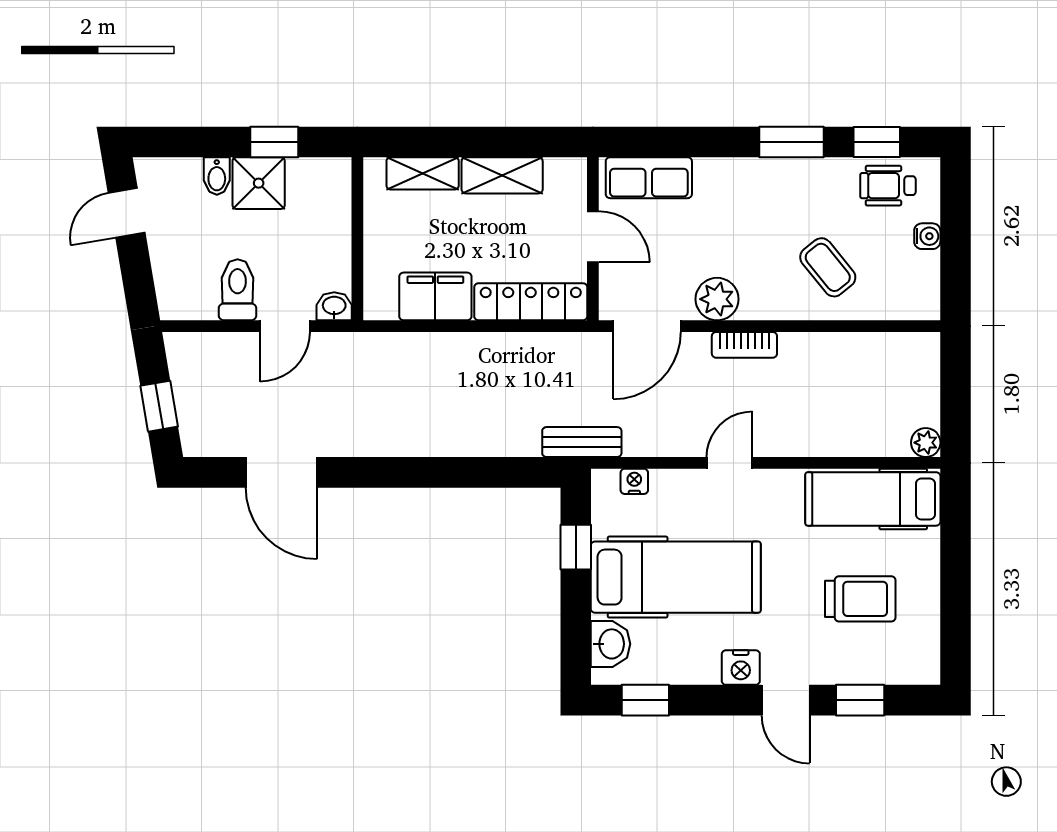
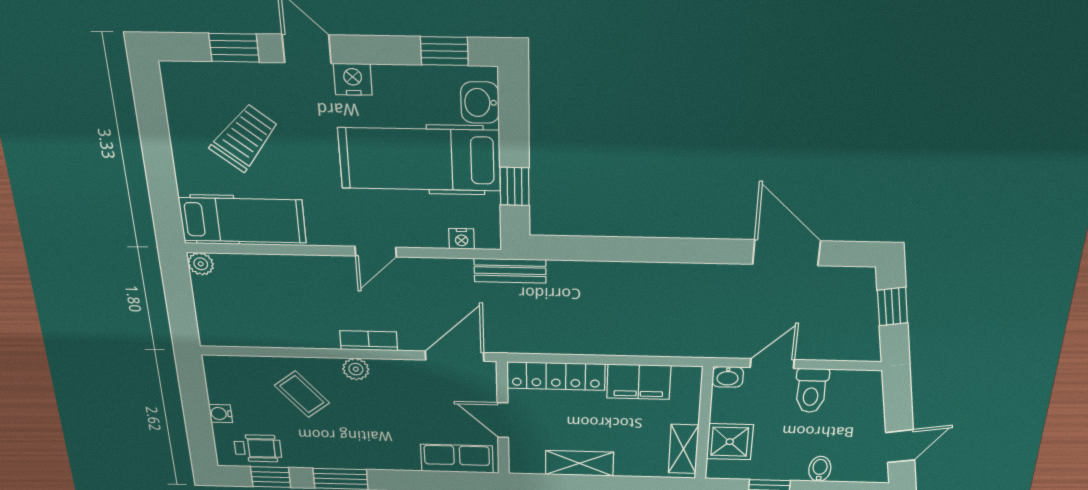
shelving: (423, 173) -> (684, 449), moved, turned 90
shower: (259, 183) -> (730, 442), moved
plant: (717, 299) -> (356, 369), moved, width x0.73, depth x0.73
trolley: (860, 599) -> (244, 138), turned 129

